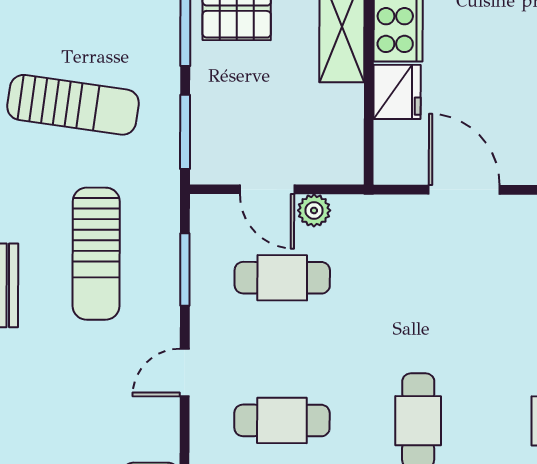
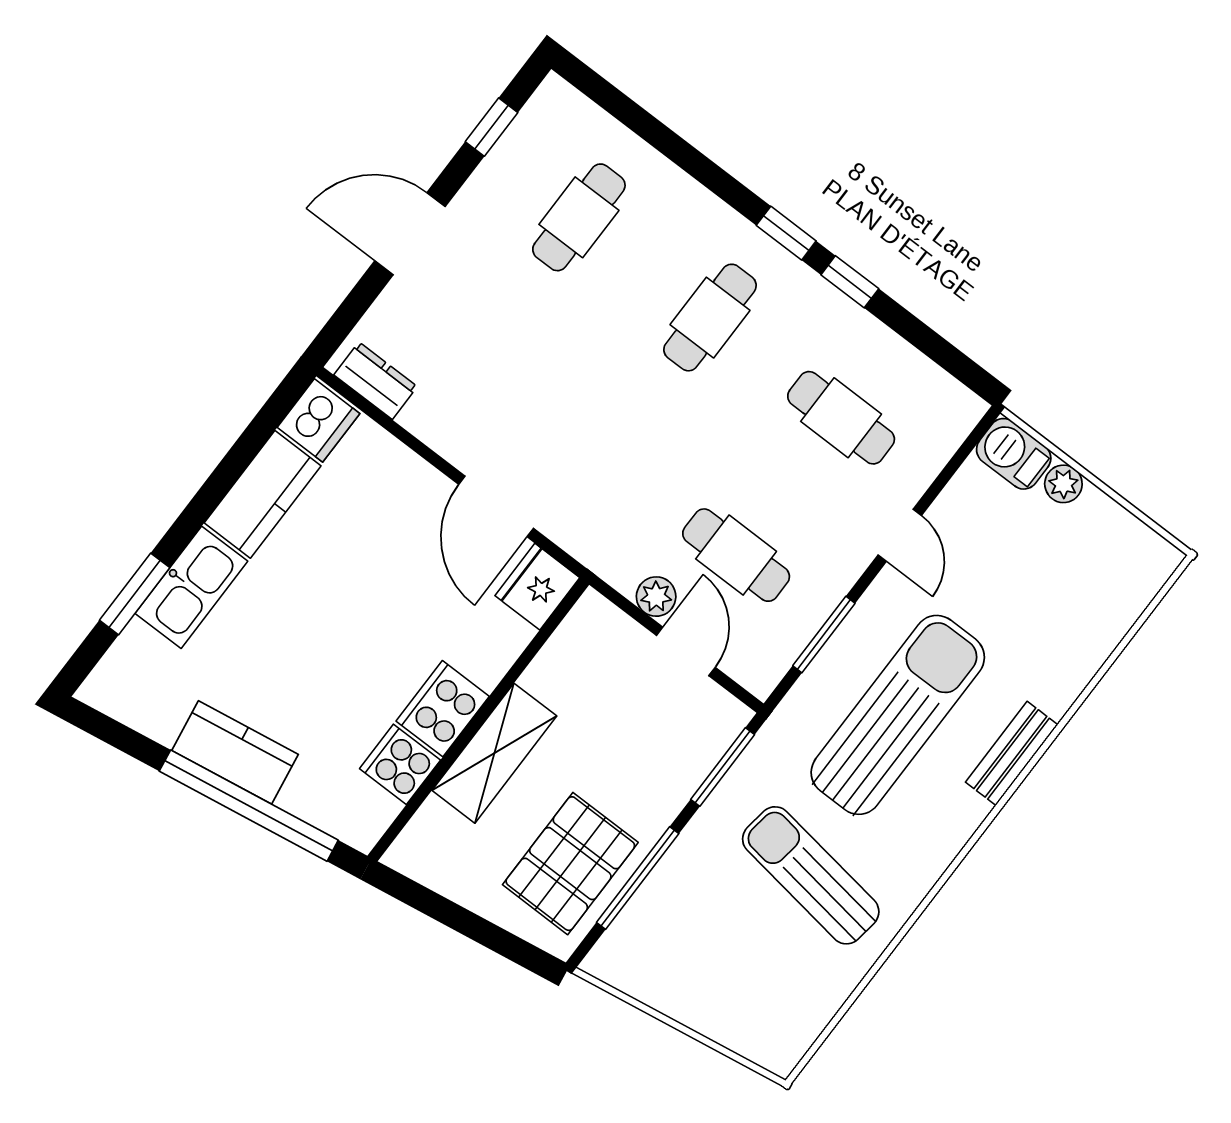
fridge: (397, 92) -> (537, 587), moved
sun lounger: (96, 254) -> (898, 715), width x1.36, depth x1.34
door: (185, 373) -> (900, 535), hinge flipped

